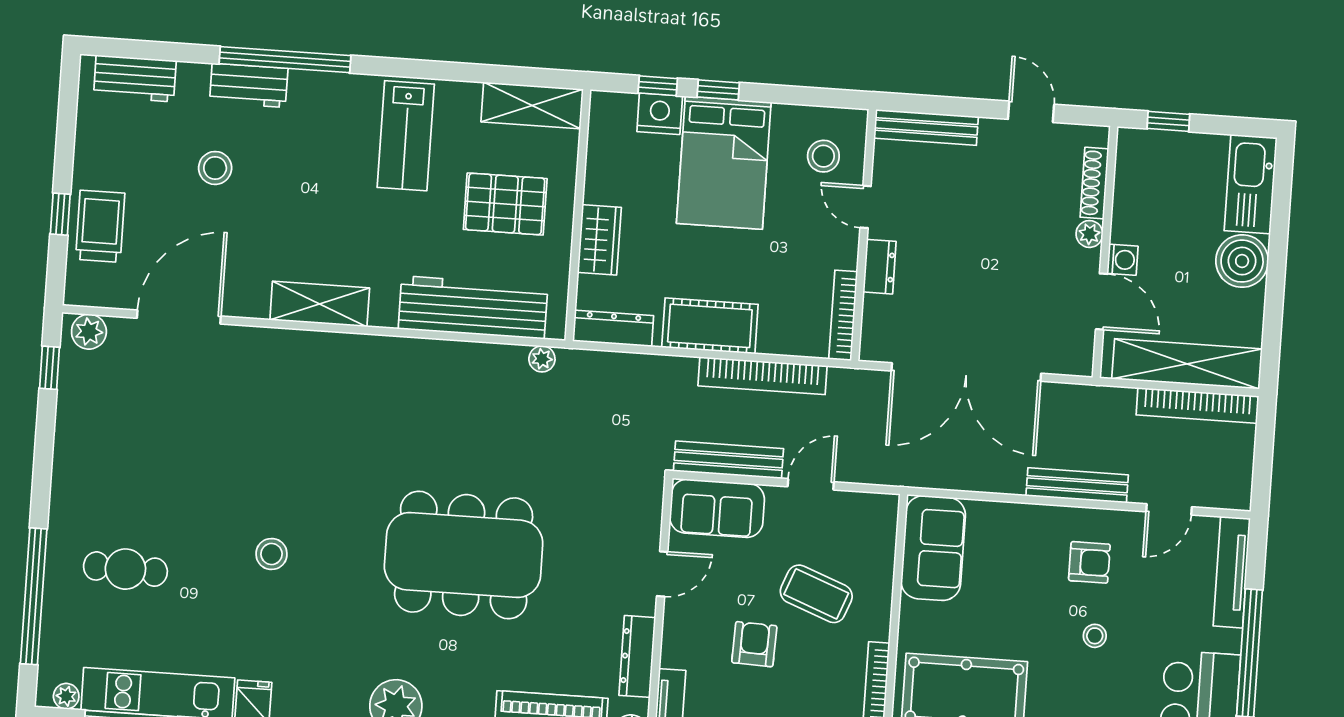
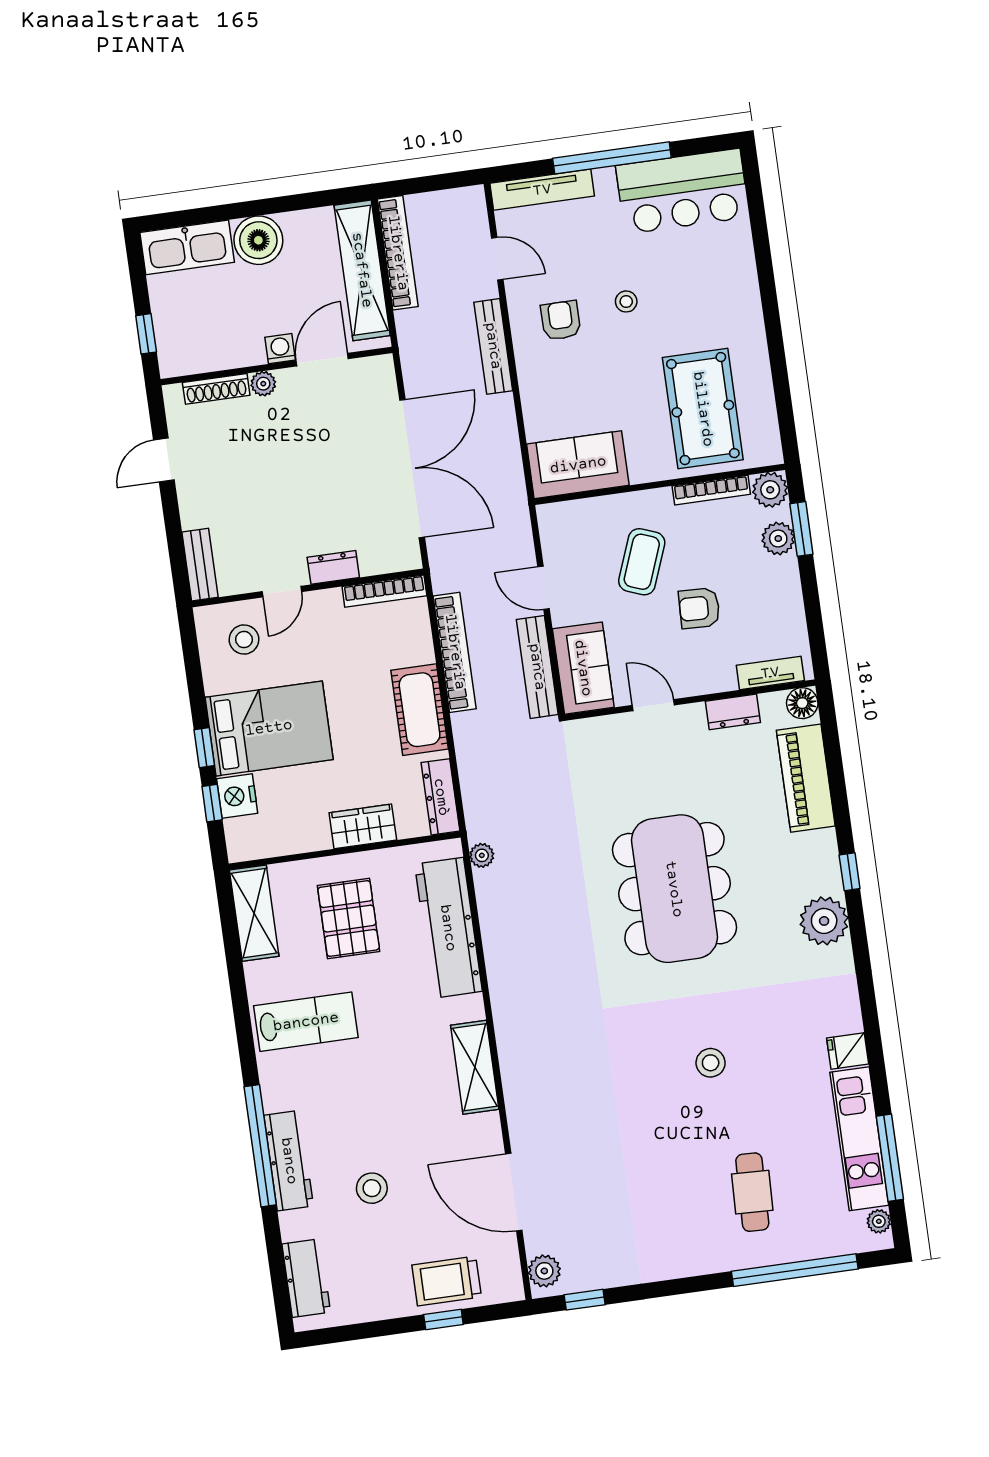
workbench: (249, 85) -> (289, 1161), width x1.38
bench: (926, 127) -> (200, 565), width x0.73
dresser: (637, 656) -> (733, 712), width x0.70

